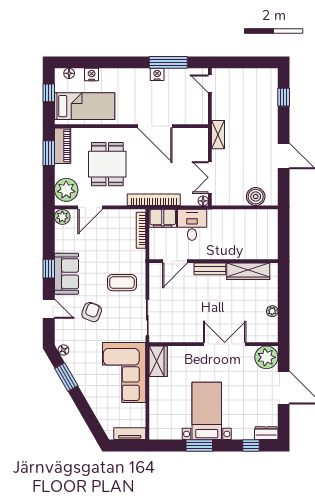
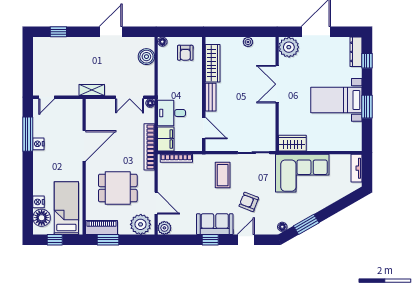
floor lamp: (69, 73) -> (42, 218), width x1.89, depth x1.89
floor lamp: (273, 214) -> (162, 42), added
armchair: (260, 240) -> (185, 53), added
dresser: (266, 433) -> (356, 52), width x1.44

